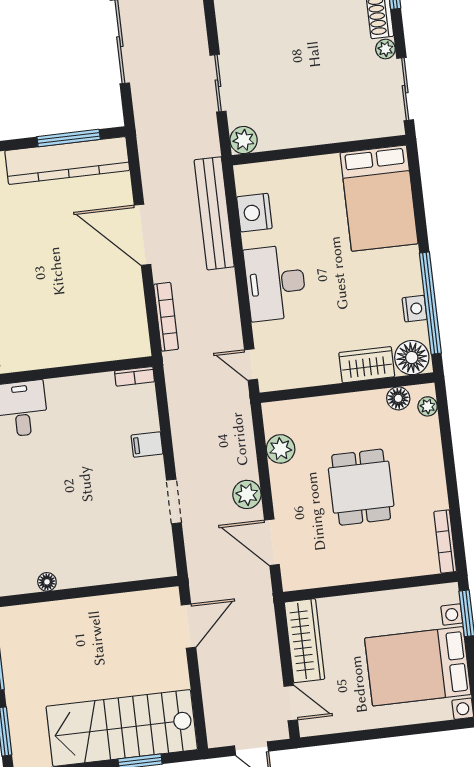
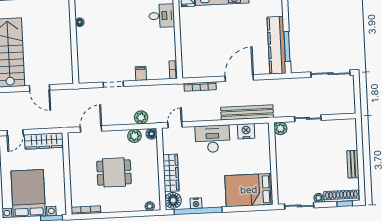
wardrobe: (367, 365) -> (171, 173), width x1.50
floor lamp: (398, 398) -> (152, 134), moved
plant: (247, 494) -> (141, 117), moved
door: (189, 626) -> (39, 88), moved

